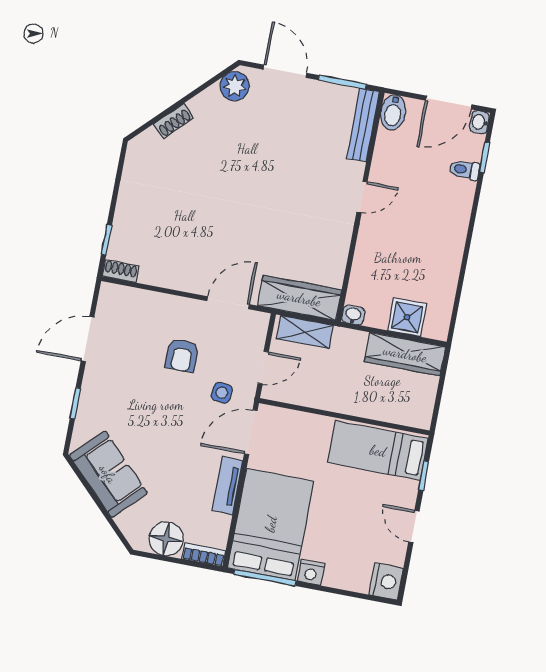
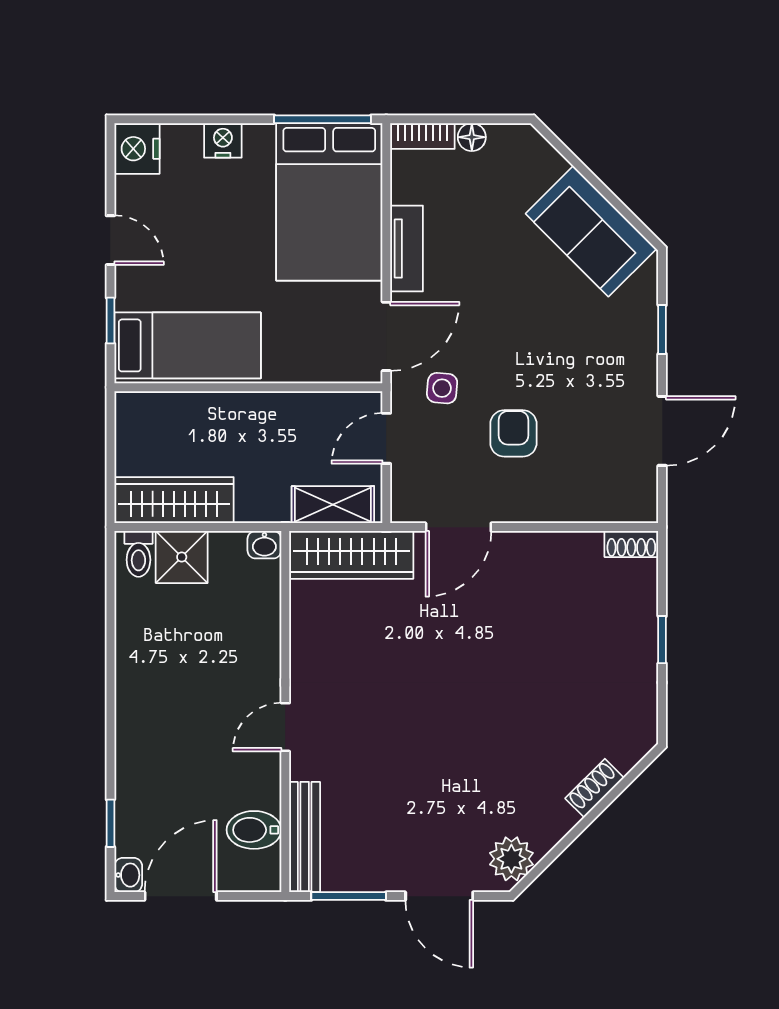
bidet: (393, 112) -> (254, 830), moved, turned -90
toilet: (464, 170) -> (138, 554), moved, turned 90
window: (106, 240) -> (662, 640), moved
floor lamp: (166, 539) -> (472, 137), width x0.53, depth x0.53
nightstand: (311, 572) -> (223, 140), moved

